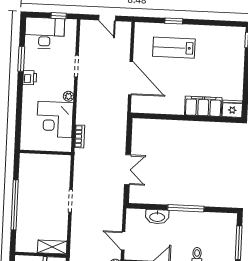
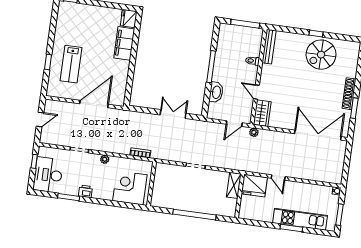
corner desk: (55, 119) -> (130, 188), moved, turned 180

